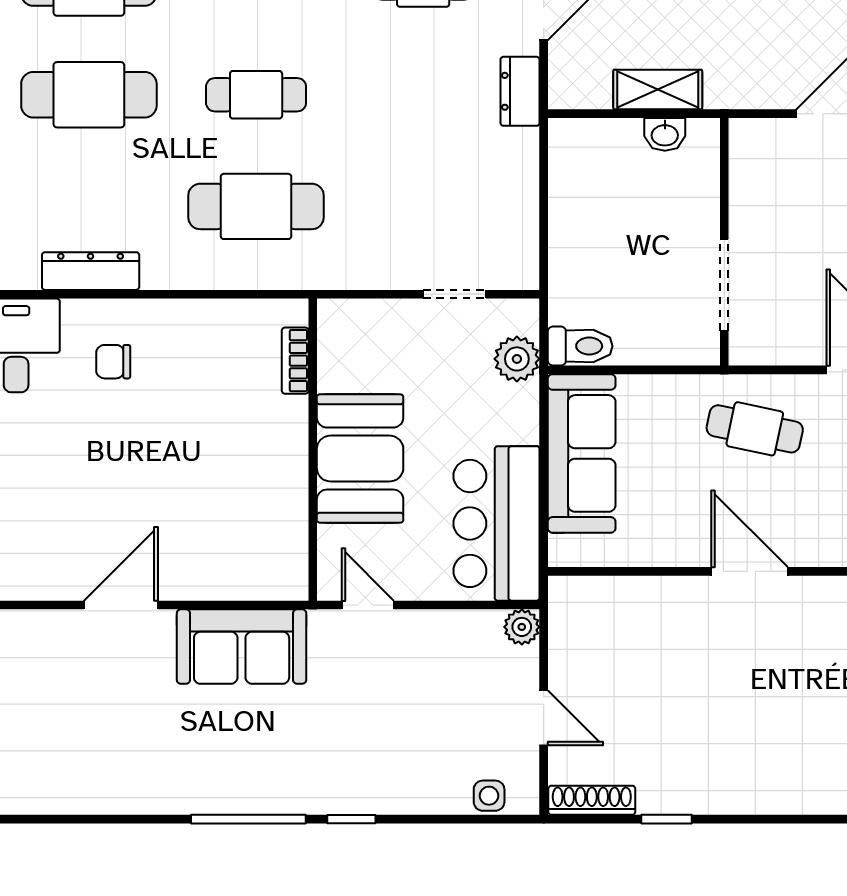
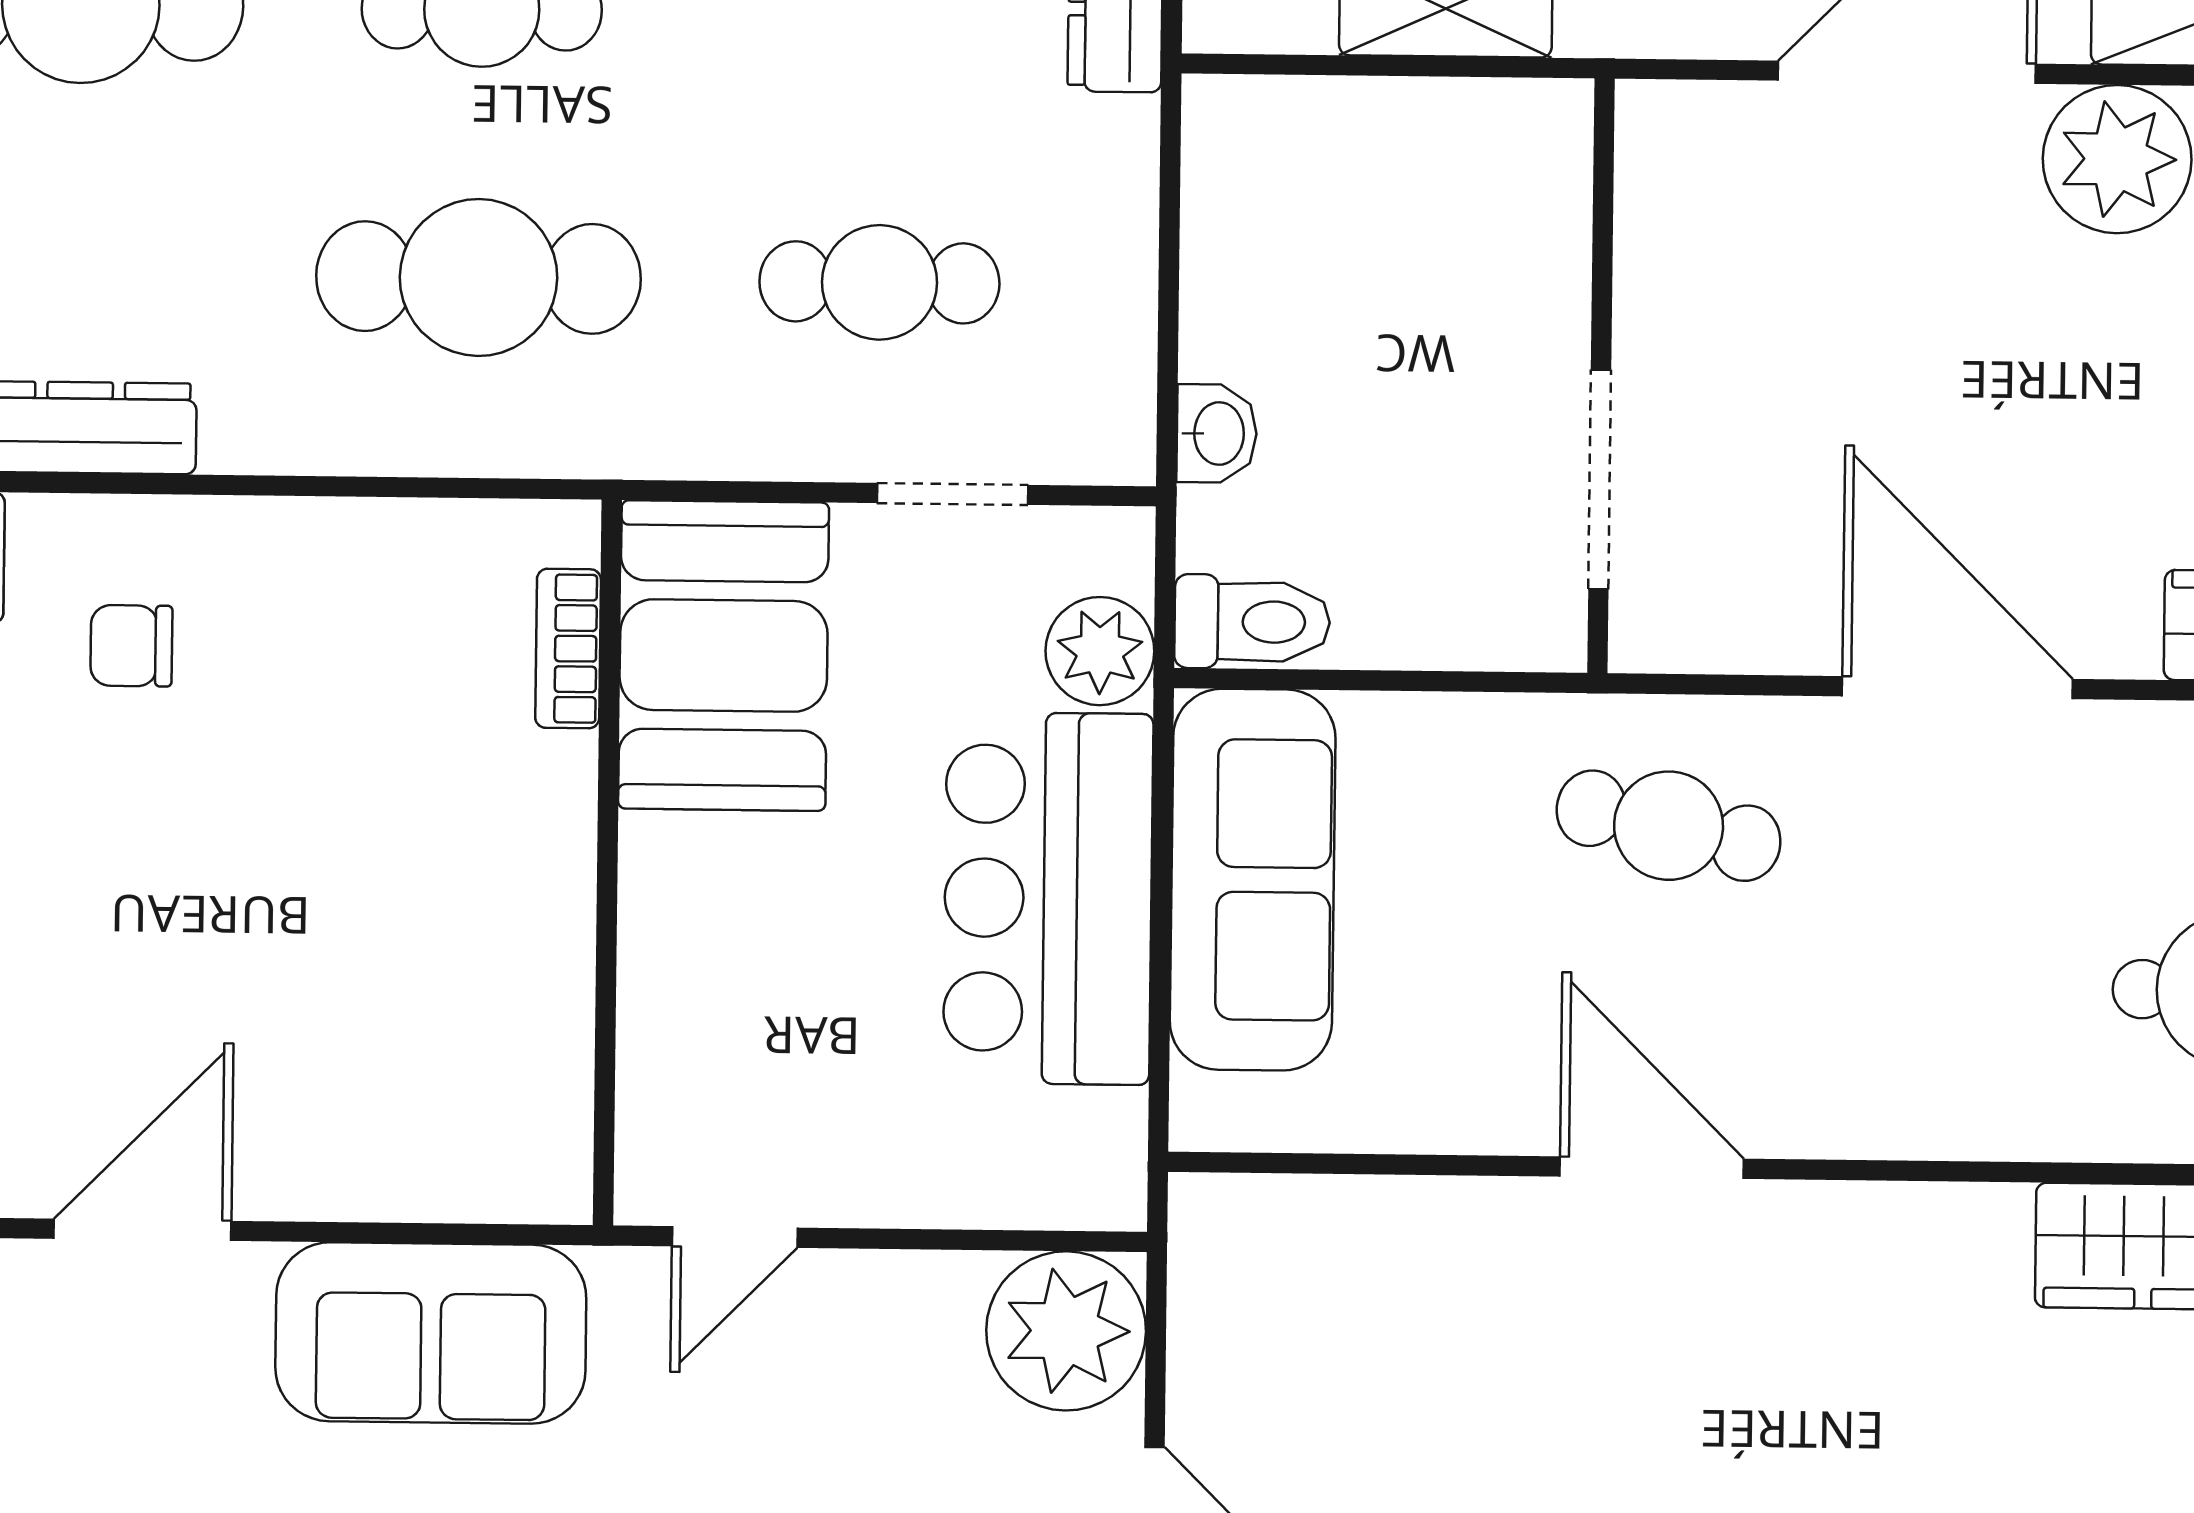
washbasin: (665, 134) -> (1217, 433), moved, turned -90
cafe table: (423, 206) -> (879, 282), added
booth: (360, 459) -> (724, 656), moved
bar counter: (497, 523) -> (1048, 898), moved
door: (368, 605) -> (735, 1237), swing flipped
plant: (522, 627) -> (1066, 1331), width x1.88, depth x1.88

